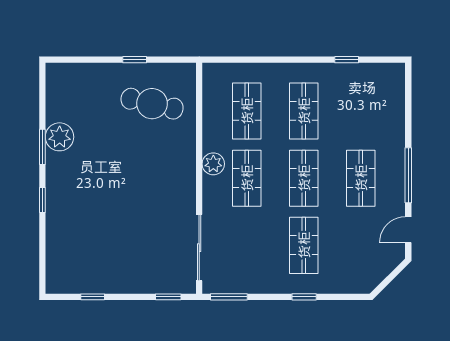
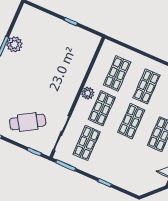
cafe table: (152, 104) -> (28, 122), moved, turned -44
shop shelf: (304, 245) -> (87, 143), moved

